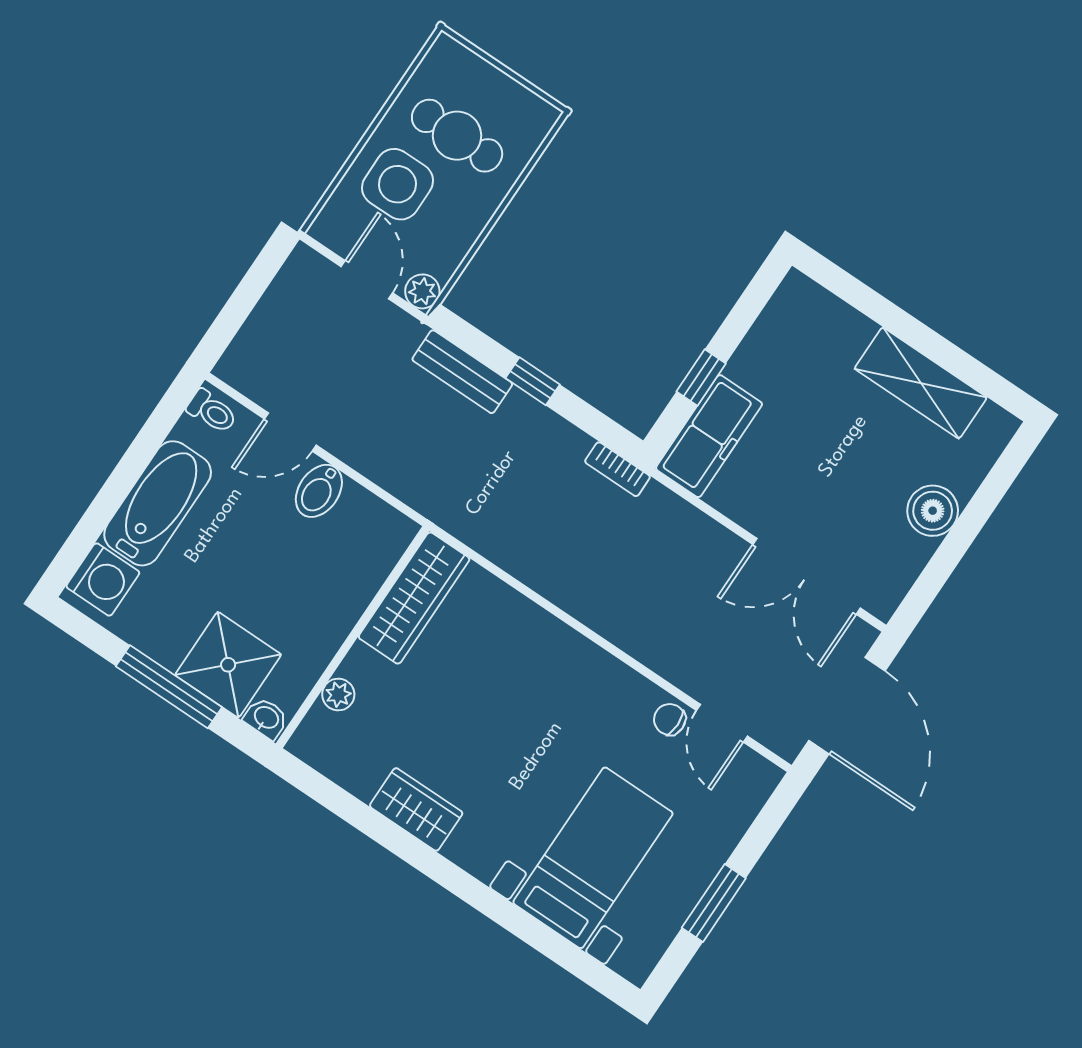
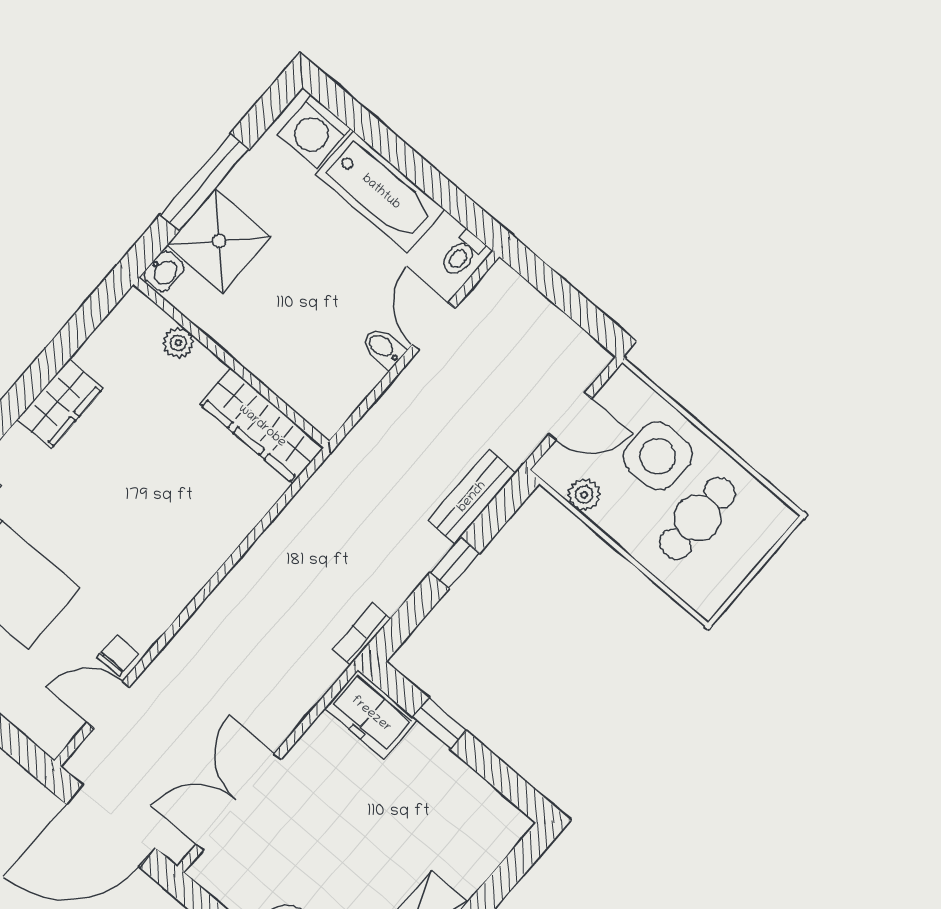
plant: (422, 291) -> (584, 495), moved
freezer: (709, 436) -> (371, 714), width x0.71
bidet: (319, 491) -> (383, 348), width x0.72, depth x0.74

